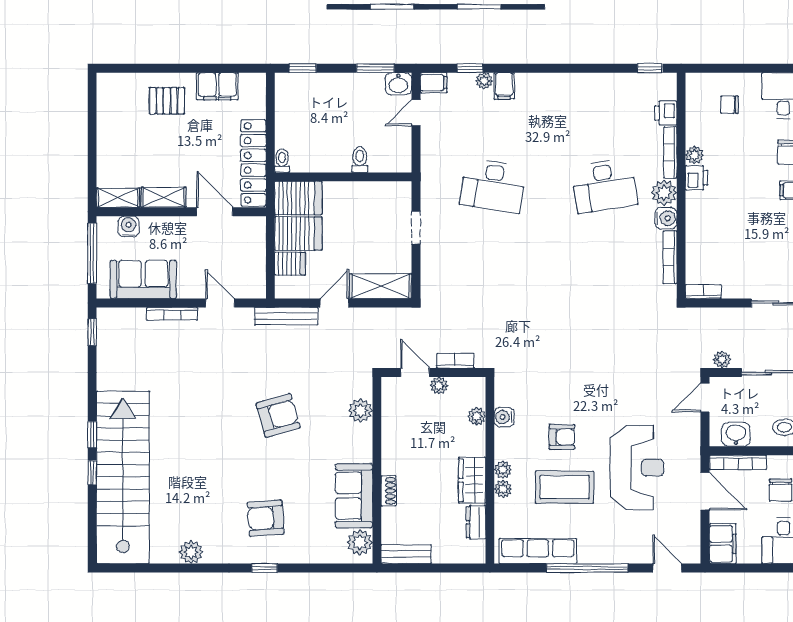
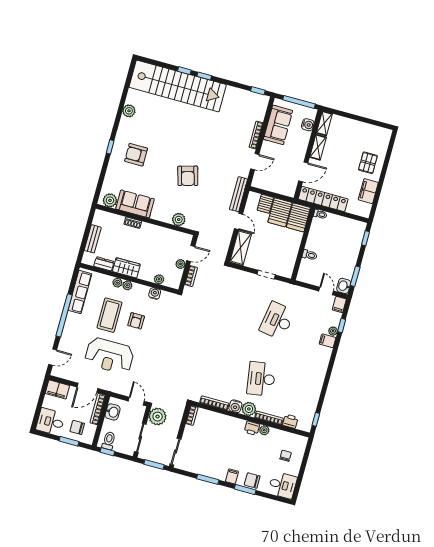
plant: (722, 360) -> (158, 417), width x1.88, depth x1.88
armchair: (266, 518) -> (136, 155), turned -86
bench: (406, 554) -> (93, 239), moved

